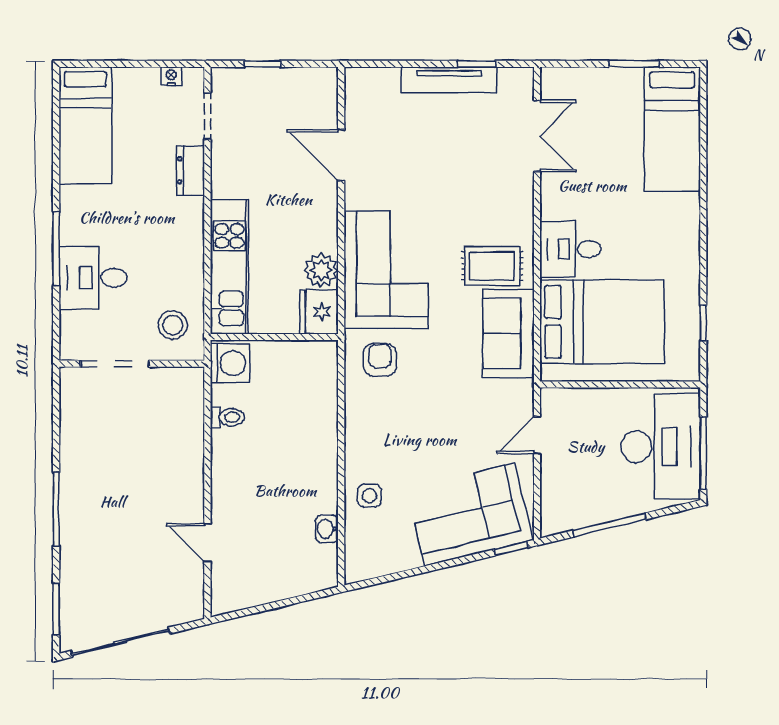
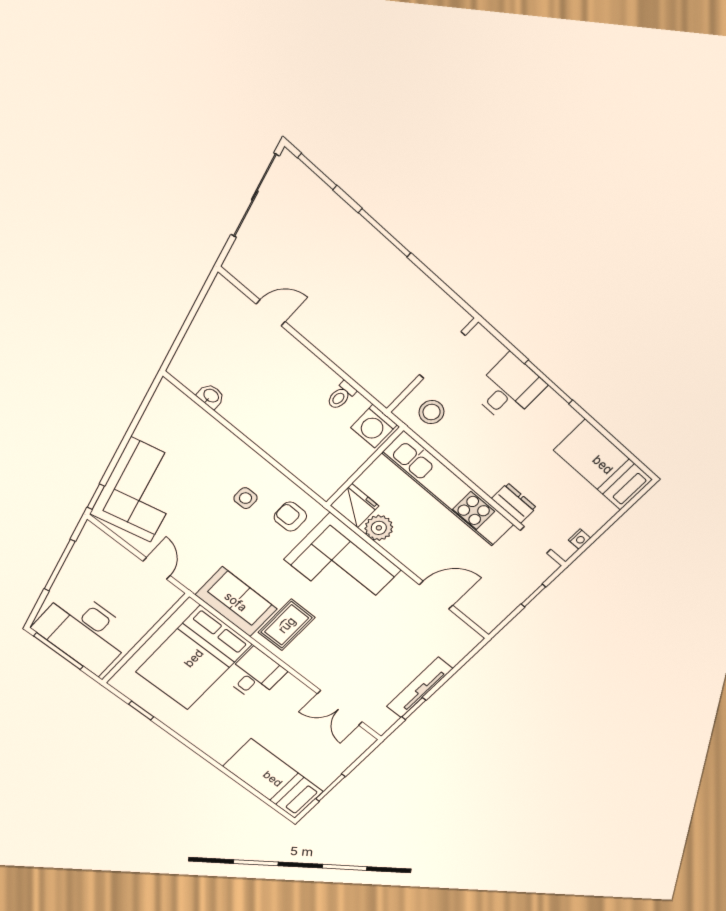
kitchen unit: (229, 267) -> (448, 489), width x1.36
armchair: (380, 360) -> (290, 517), turned 180
side table: (369, 496) -> (246, 498), moved

